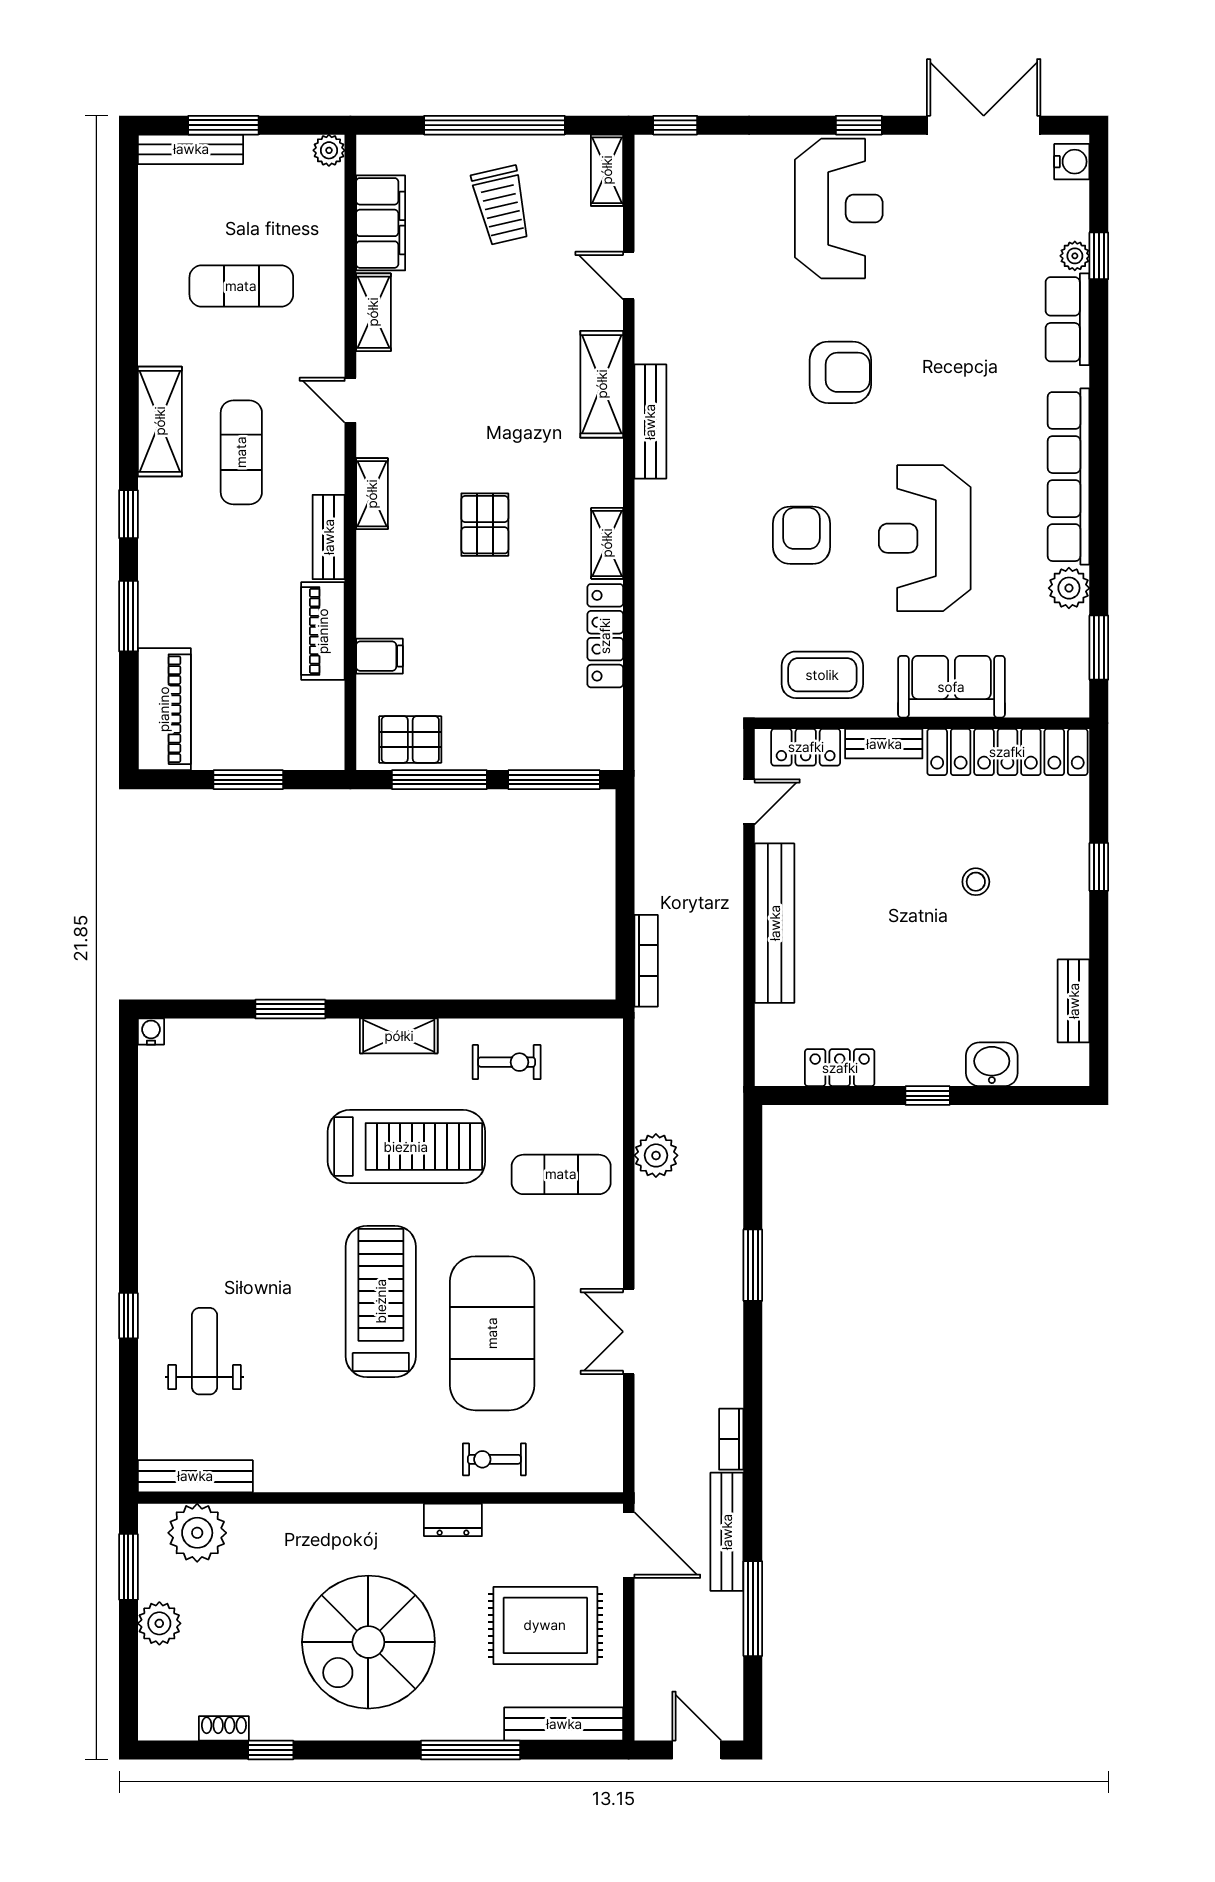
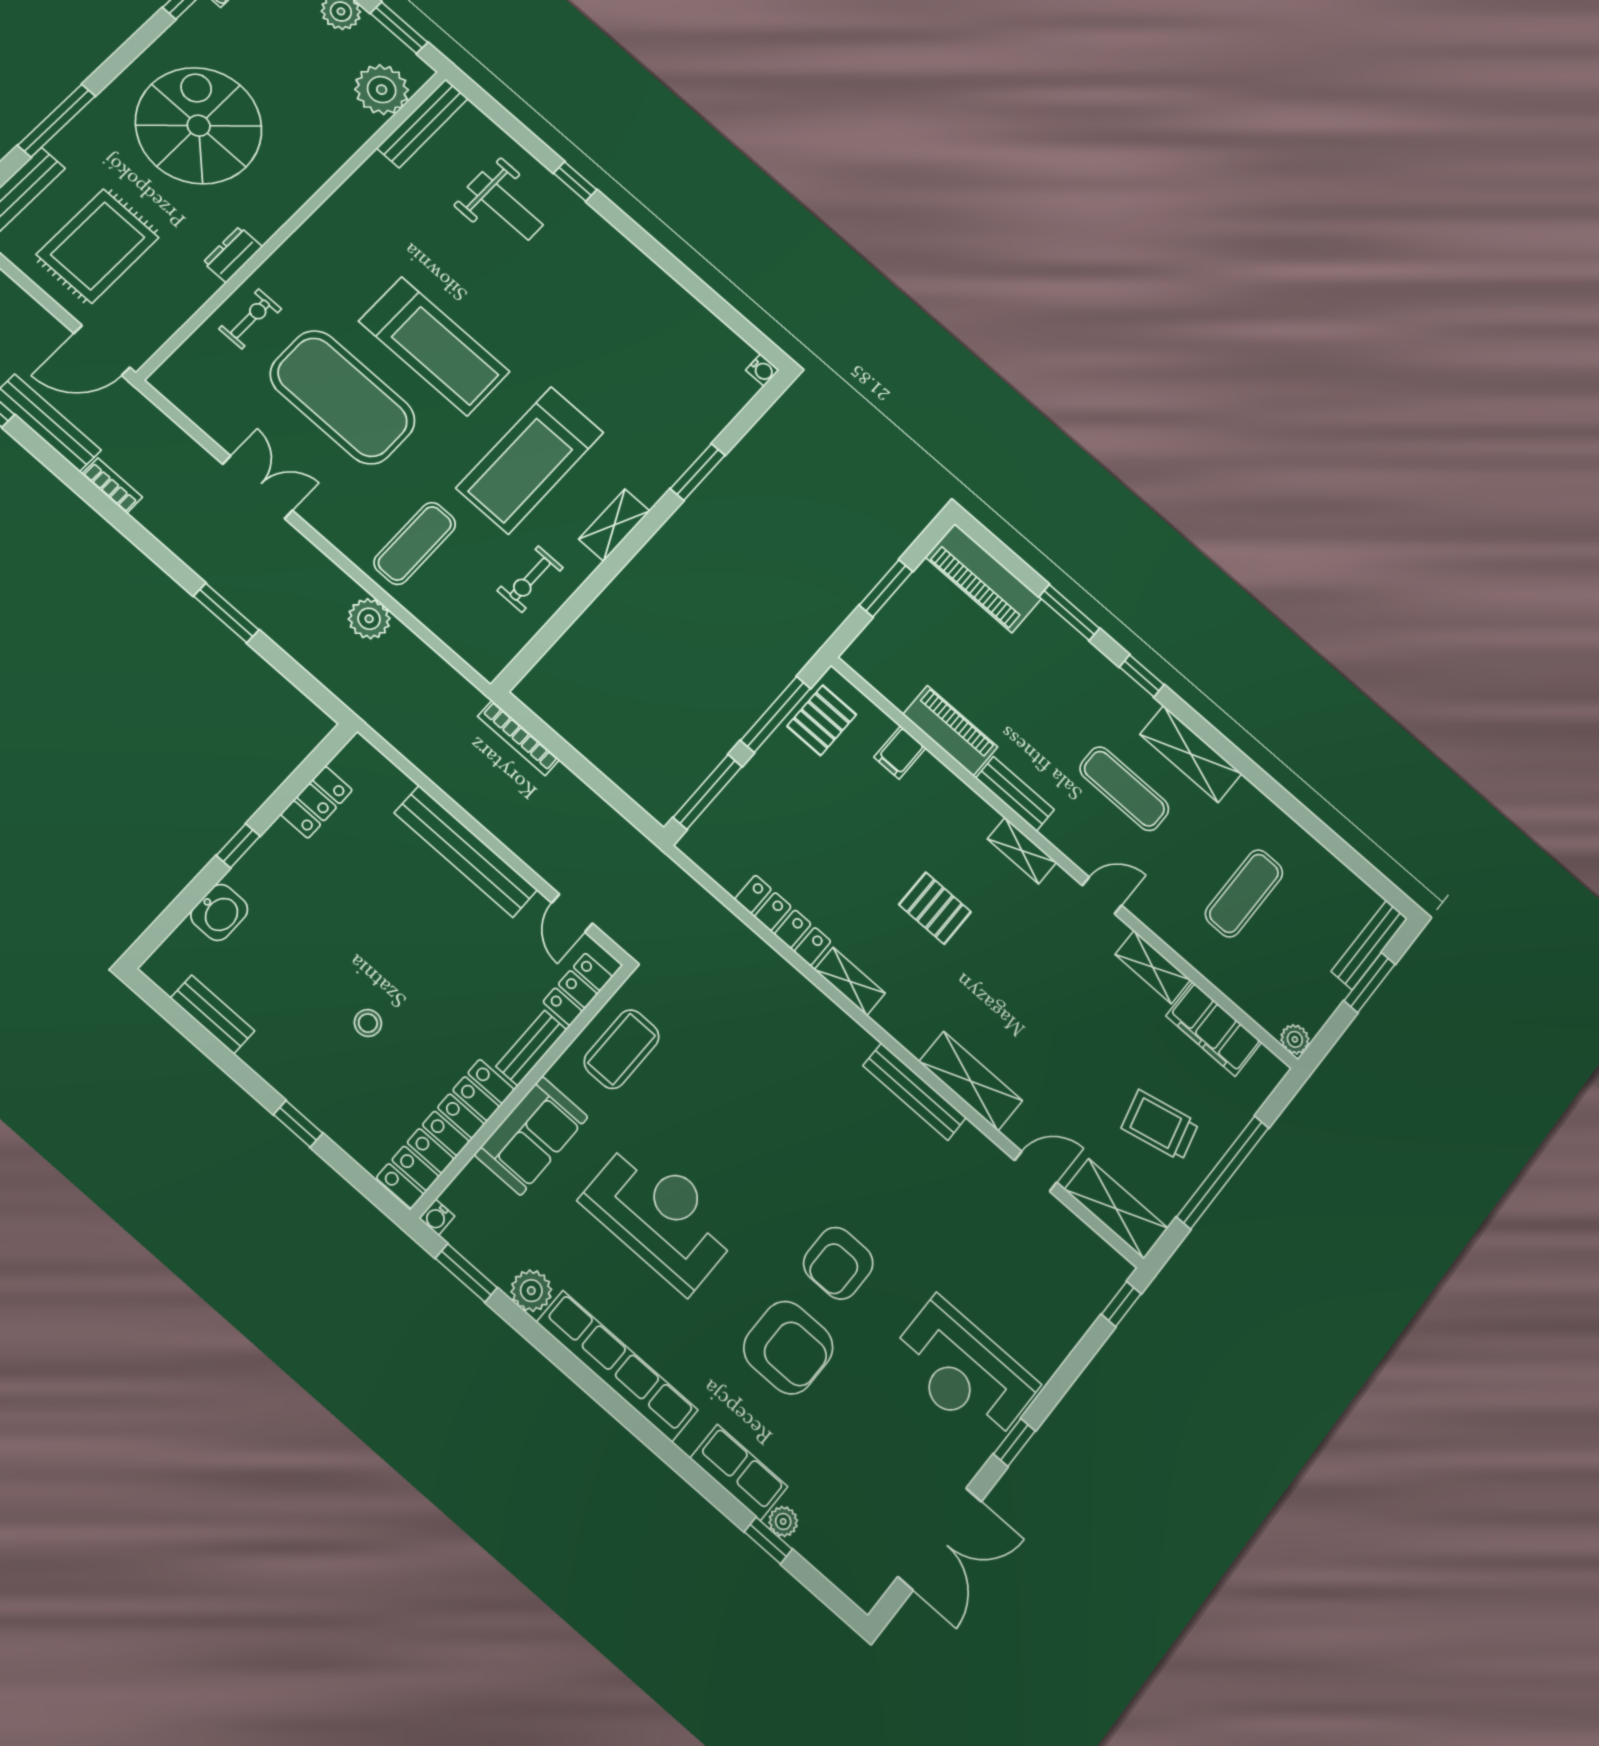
water cooler: (1072, 162) -> (437, 1217), moved, width x0.72, depth x0.72
shelving: (607, 170) -> (1116, 1209), width x1.50, depth x1.33
armchair: (802, 535) -> (788, 1348), moved, width x1.36, depth x1.36

